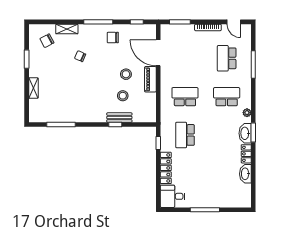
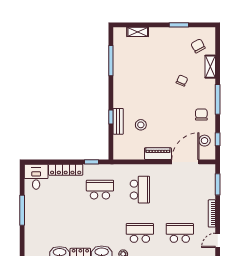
stool: (126, 74) -> (205, 141), moved
shelving: (33, 88) -> (138, 32), moved
school desk: (227, 97) -> (140, 233), turned -90

